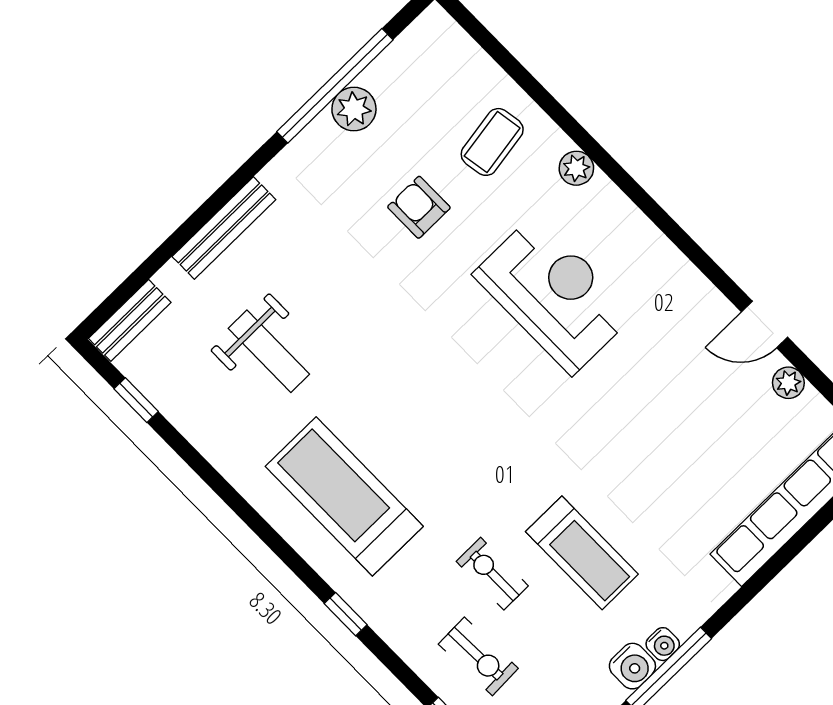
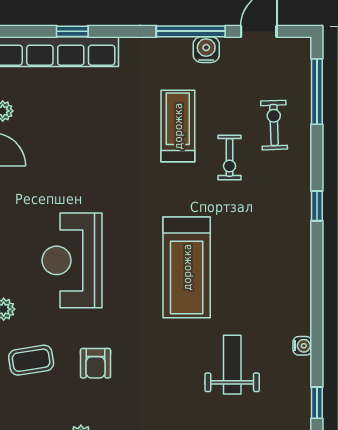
treadmill: (344, 496) -> (187, 267), moved
window: (797, 543) -> (72, 31), added
water cooler: (663, 644) -> (302, 346), moved, turned 90

